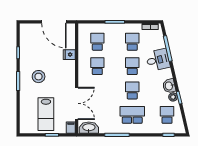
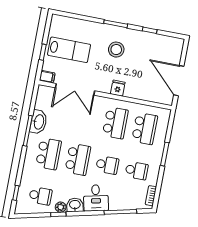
door: (54, 22) -> (179, 81), hinge flipped
school desk: (97, 42) -> (145, 128), width x1.85
fridge: (69, 55) -> (118, 88), moved
desk: (158, 60) -> (96, 198), moved
school desk: (97, 66) -> (115, 123), width x1.85
school desk: (132, 91) -> (78, 159), width x1.85
lab bench: (46, 114) -> (69, 50), turned 180
washbasin: (89, 128) -> (39, 122), moved

